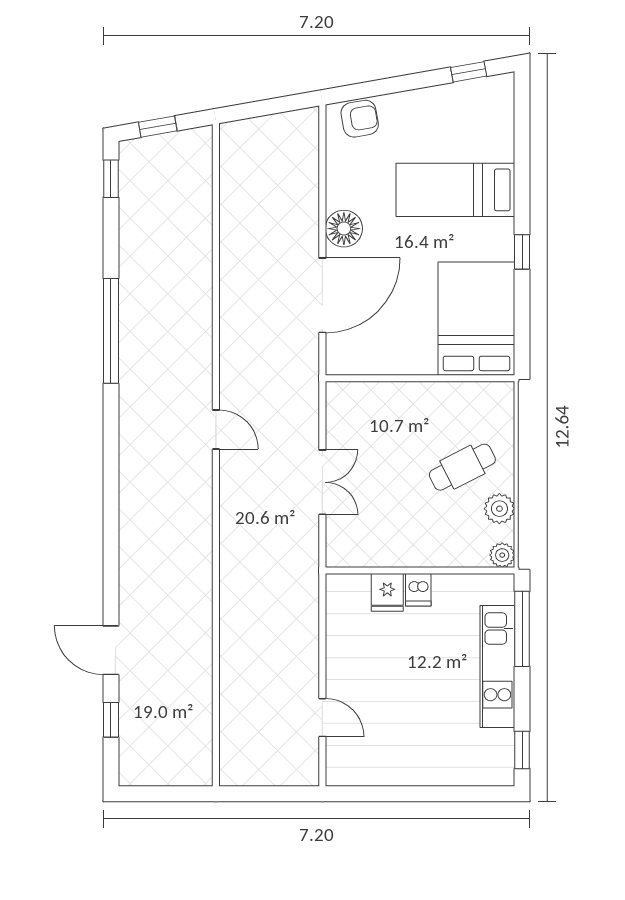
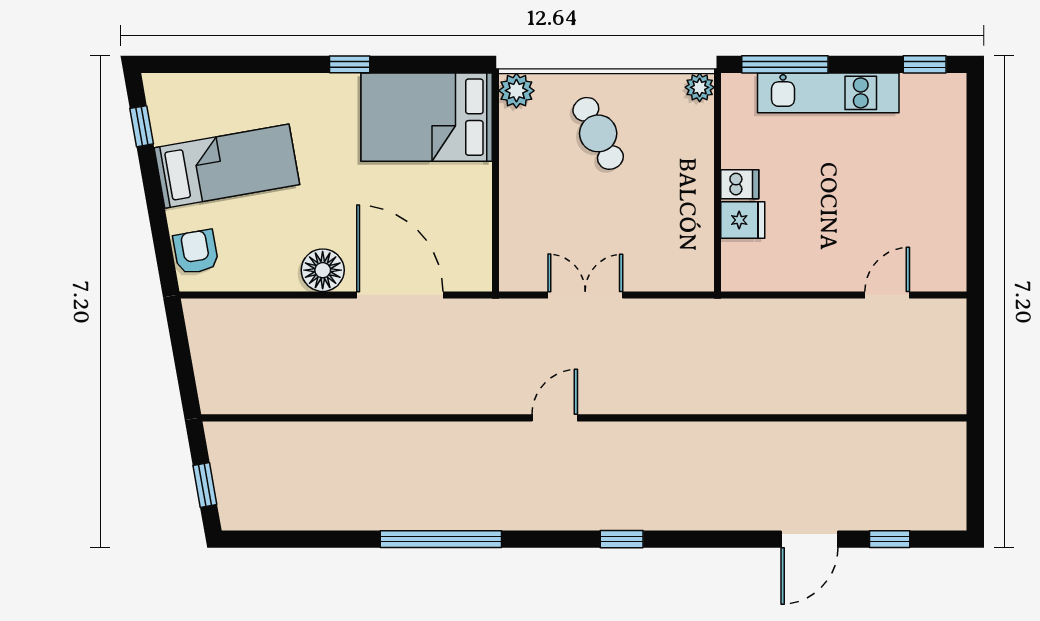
window: (111, 179) -> (622, 539), moved
bed: (455, 190) -> (227, 166), moved, turned -100
double door: (322, 482) -> (585, 295), moved
plant: (499, 509) -> (516, 91), moved

